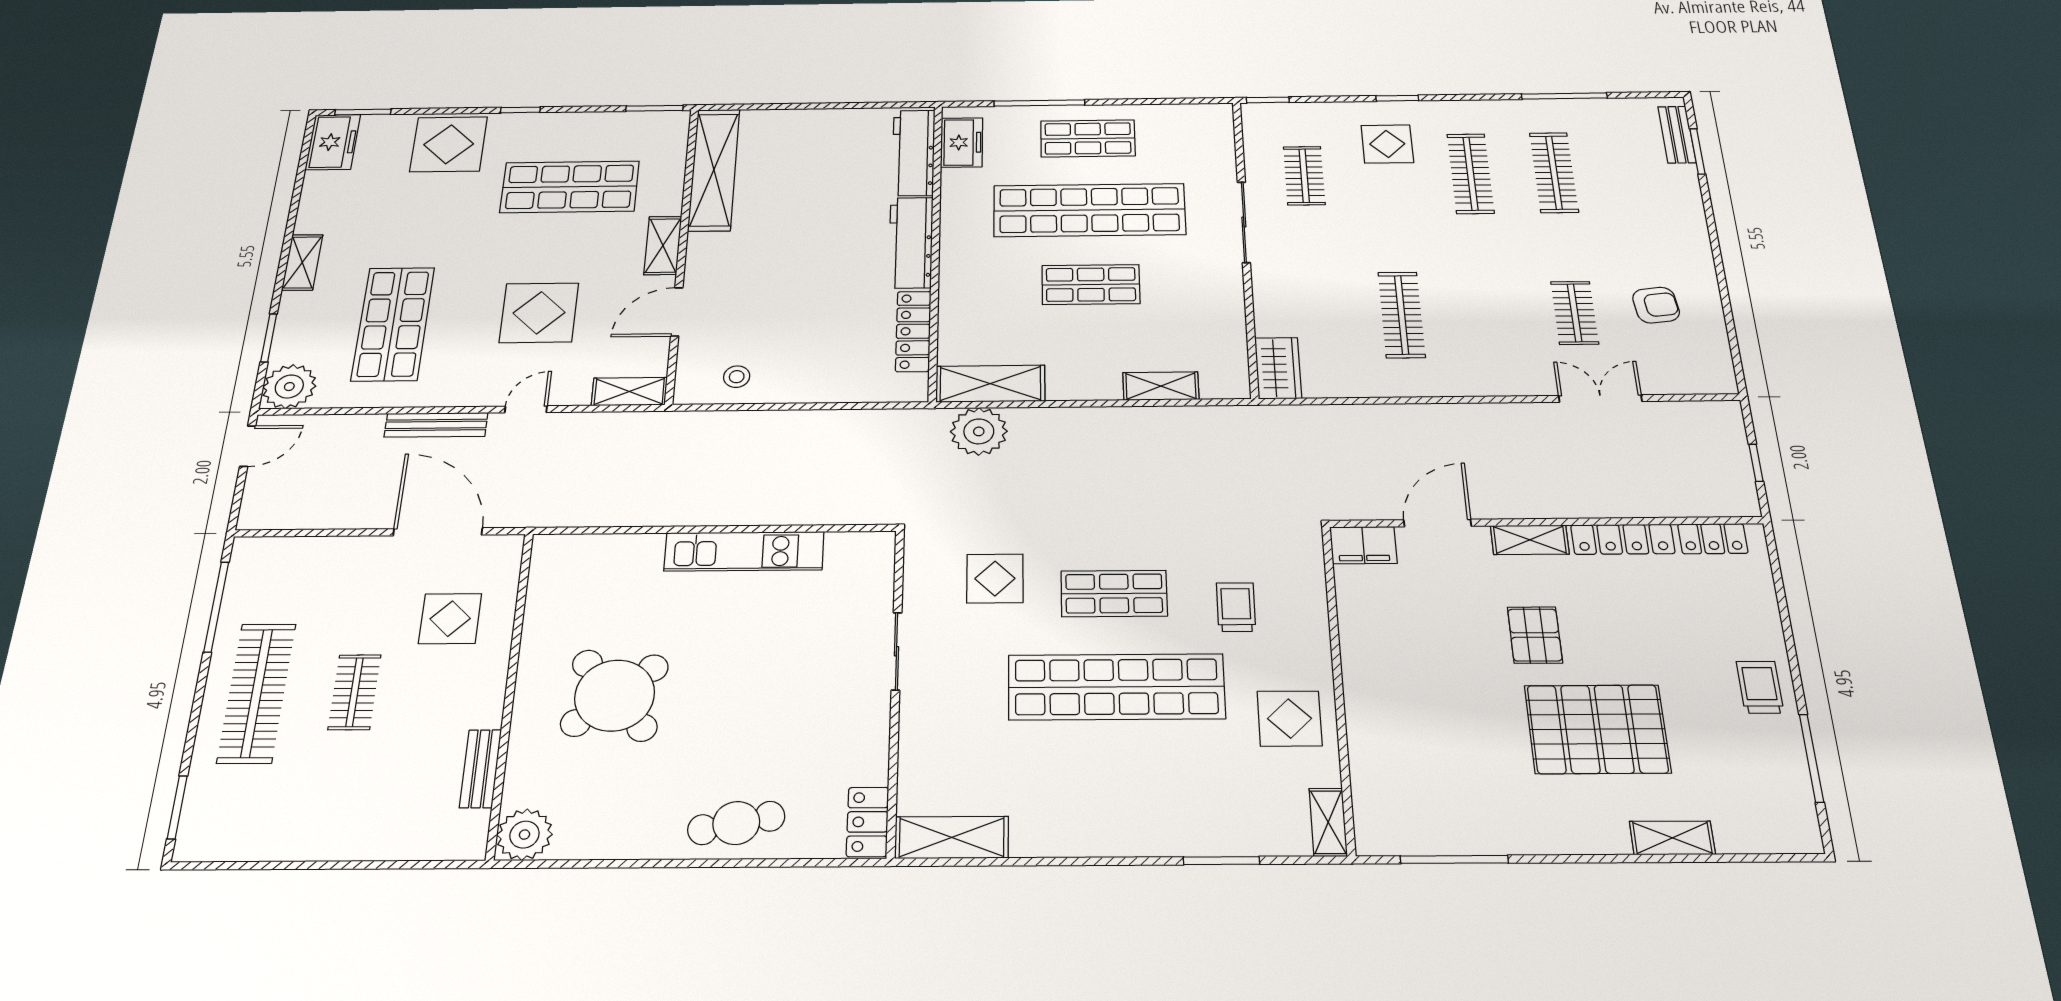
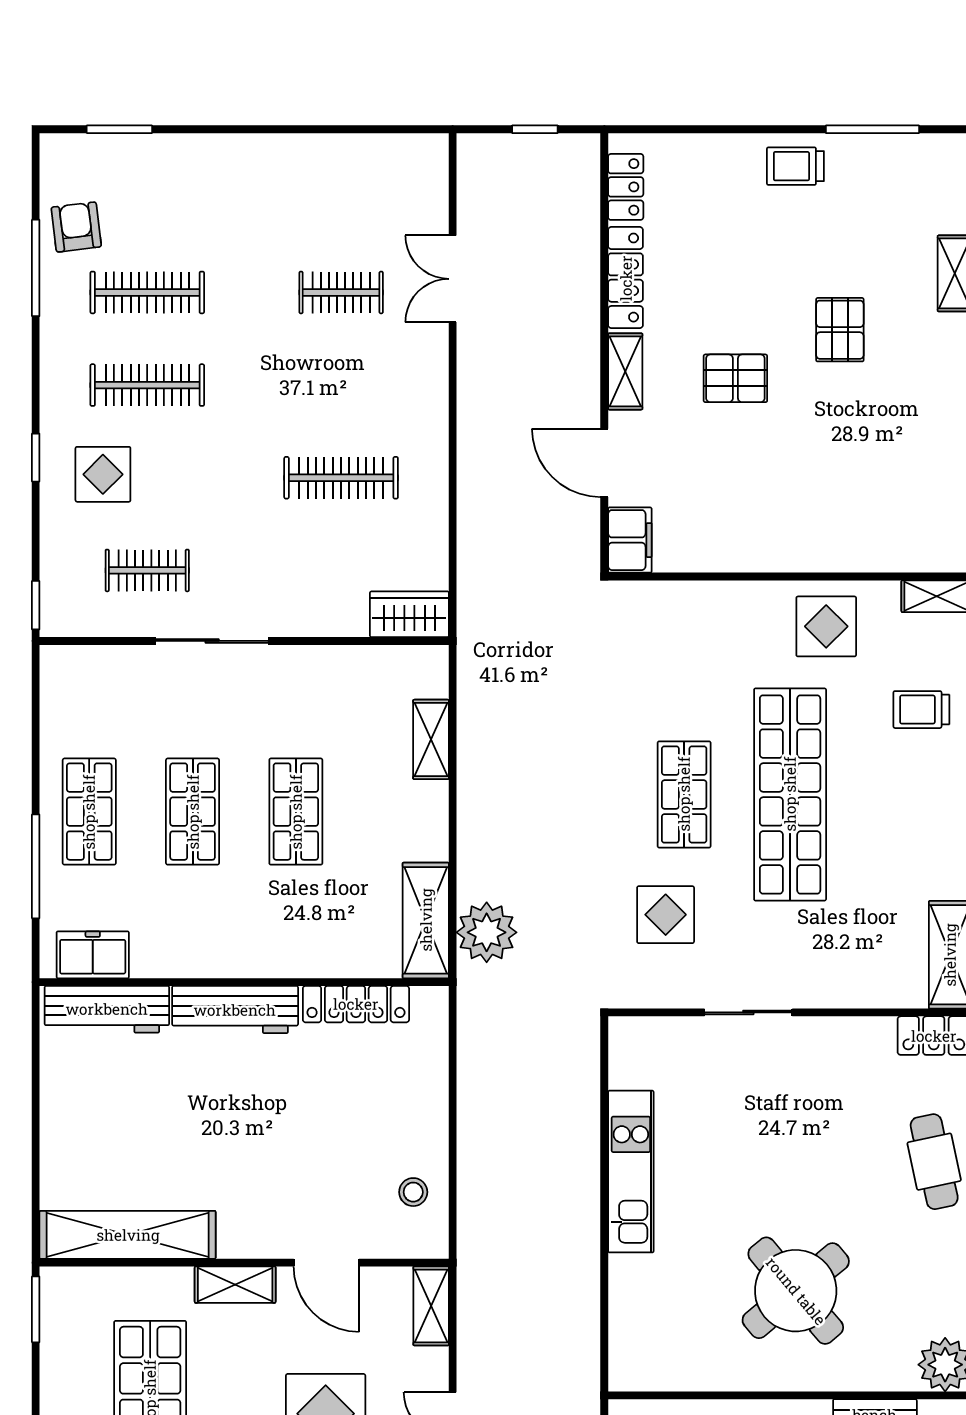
bench: (1677, 135) -> (95, 149), removed
shop shelf: (1089, 210) -> (193, 812), width x0.50, depth x0.74
armchair: (1656, 305) -> (76, 227), moved
trolley: (1236, 607) -> (921, 710), moved
pallet: (1597, 729) -> (840, 330), width x0.49, depth x0.50

